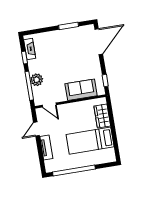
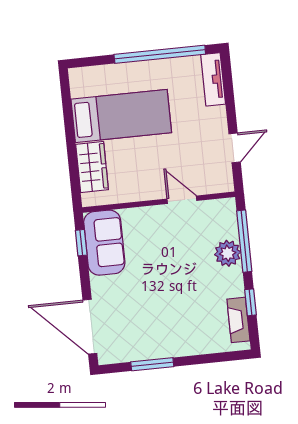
door: (99, 42) -> (90, 327), hinge flipped
sofa: (81, 90) -> (104, 243), moved, turned -90
door: (49, 105) -> (182, 200), moved
tv unit: (46, 147) -> (213, 79), moved

